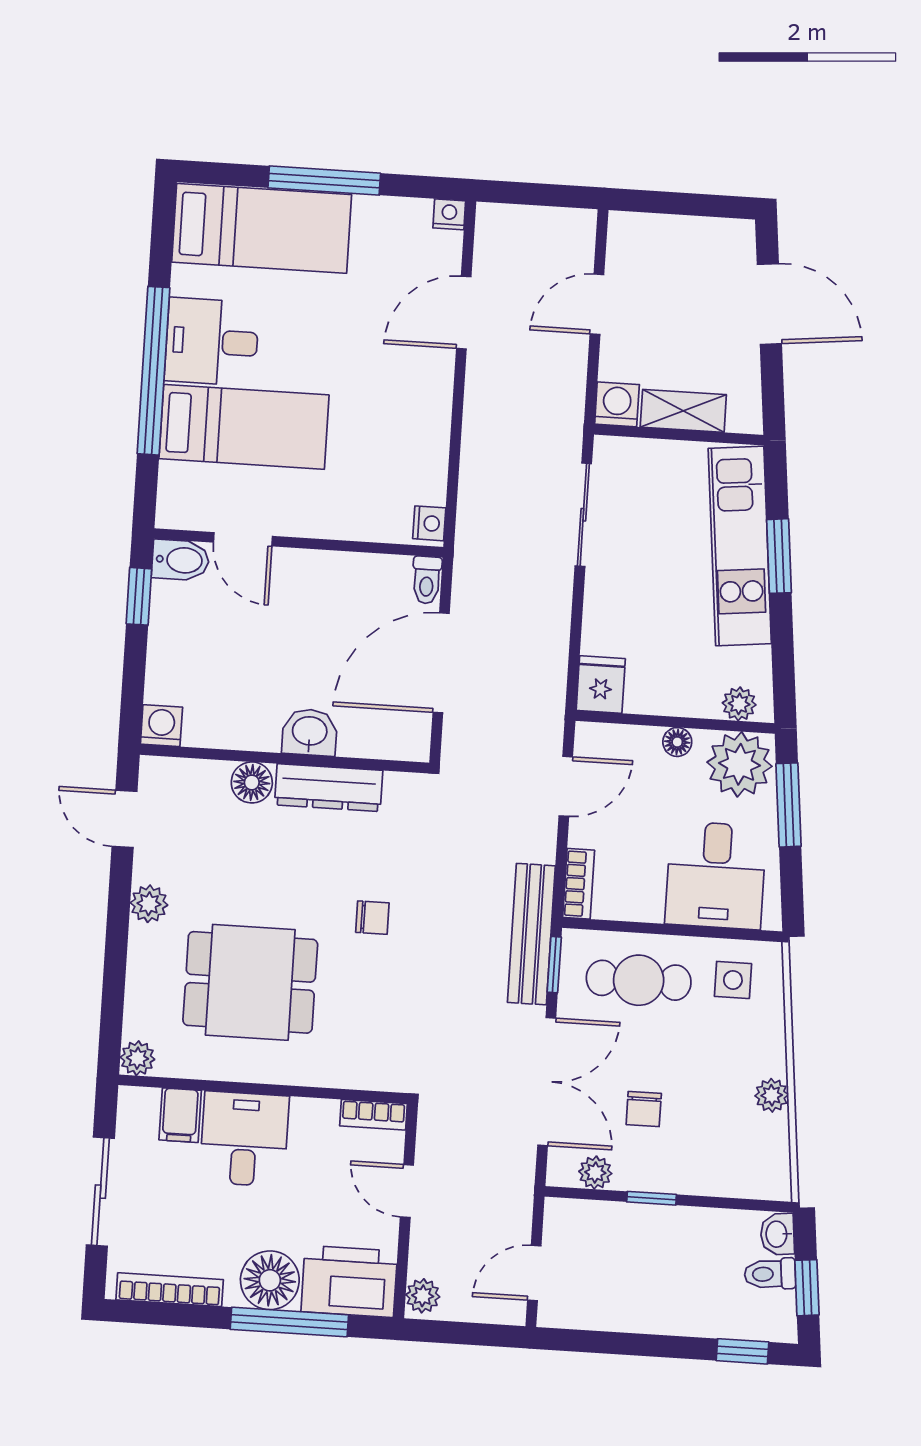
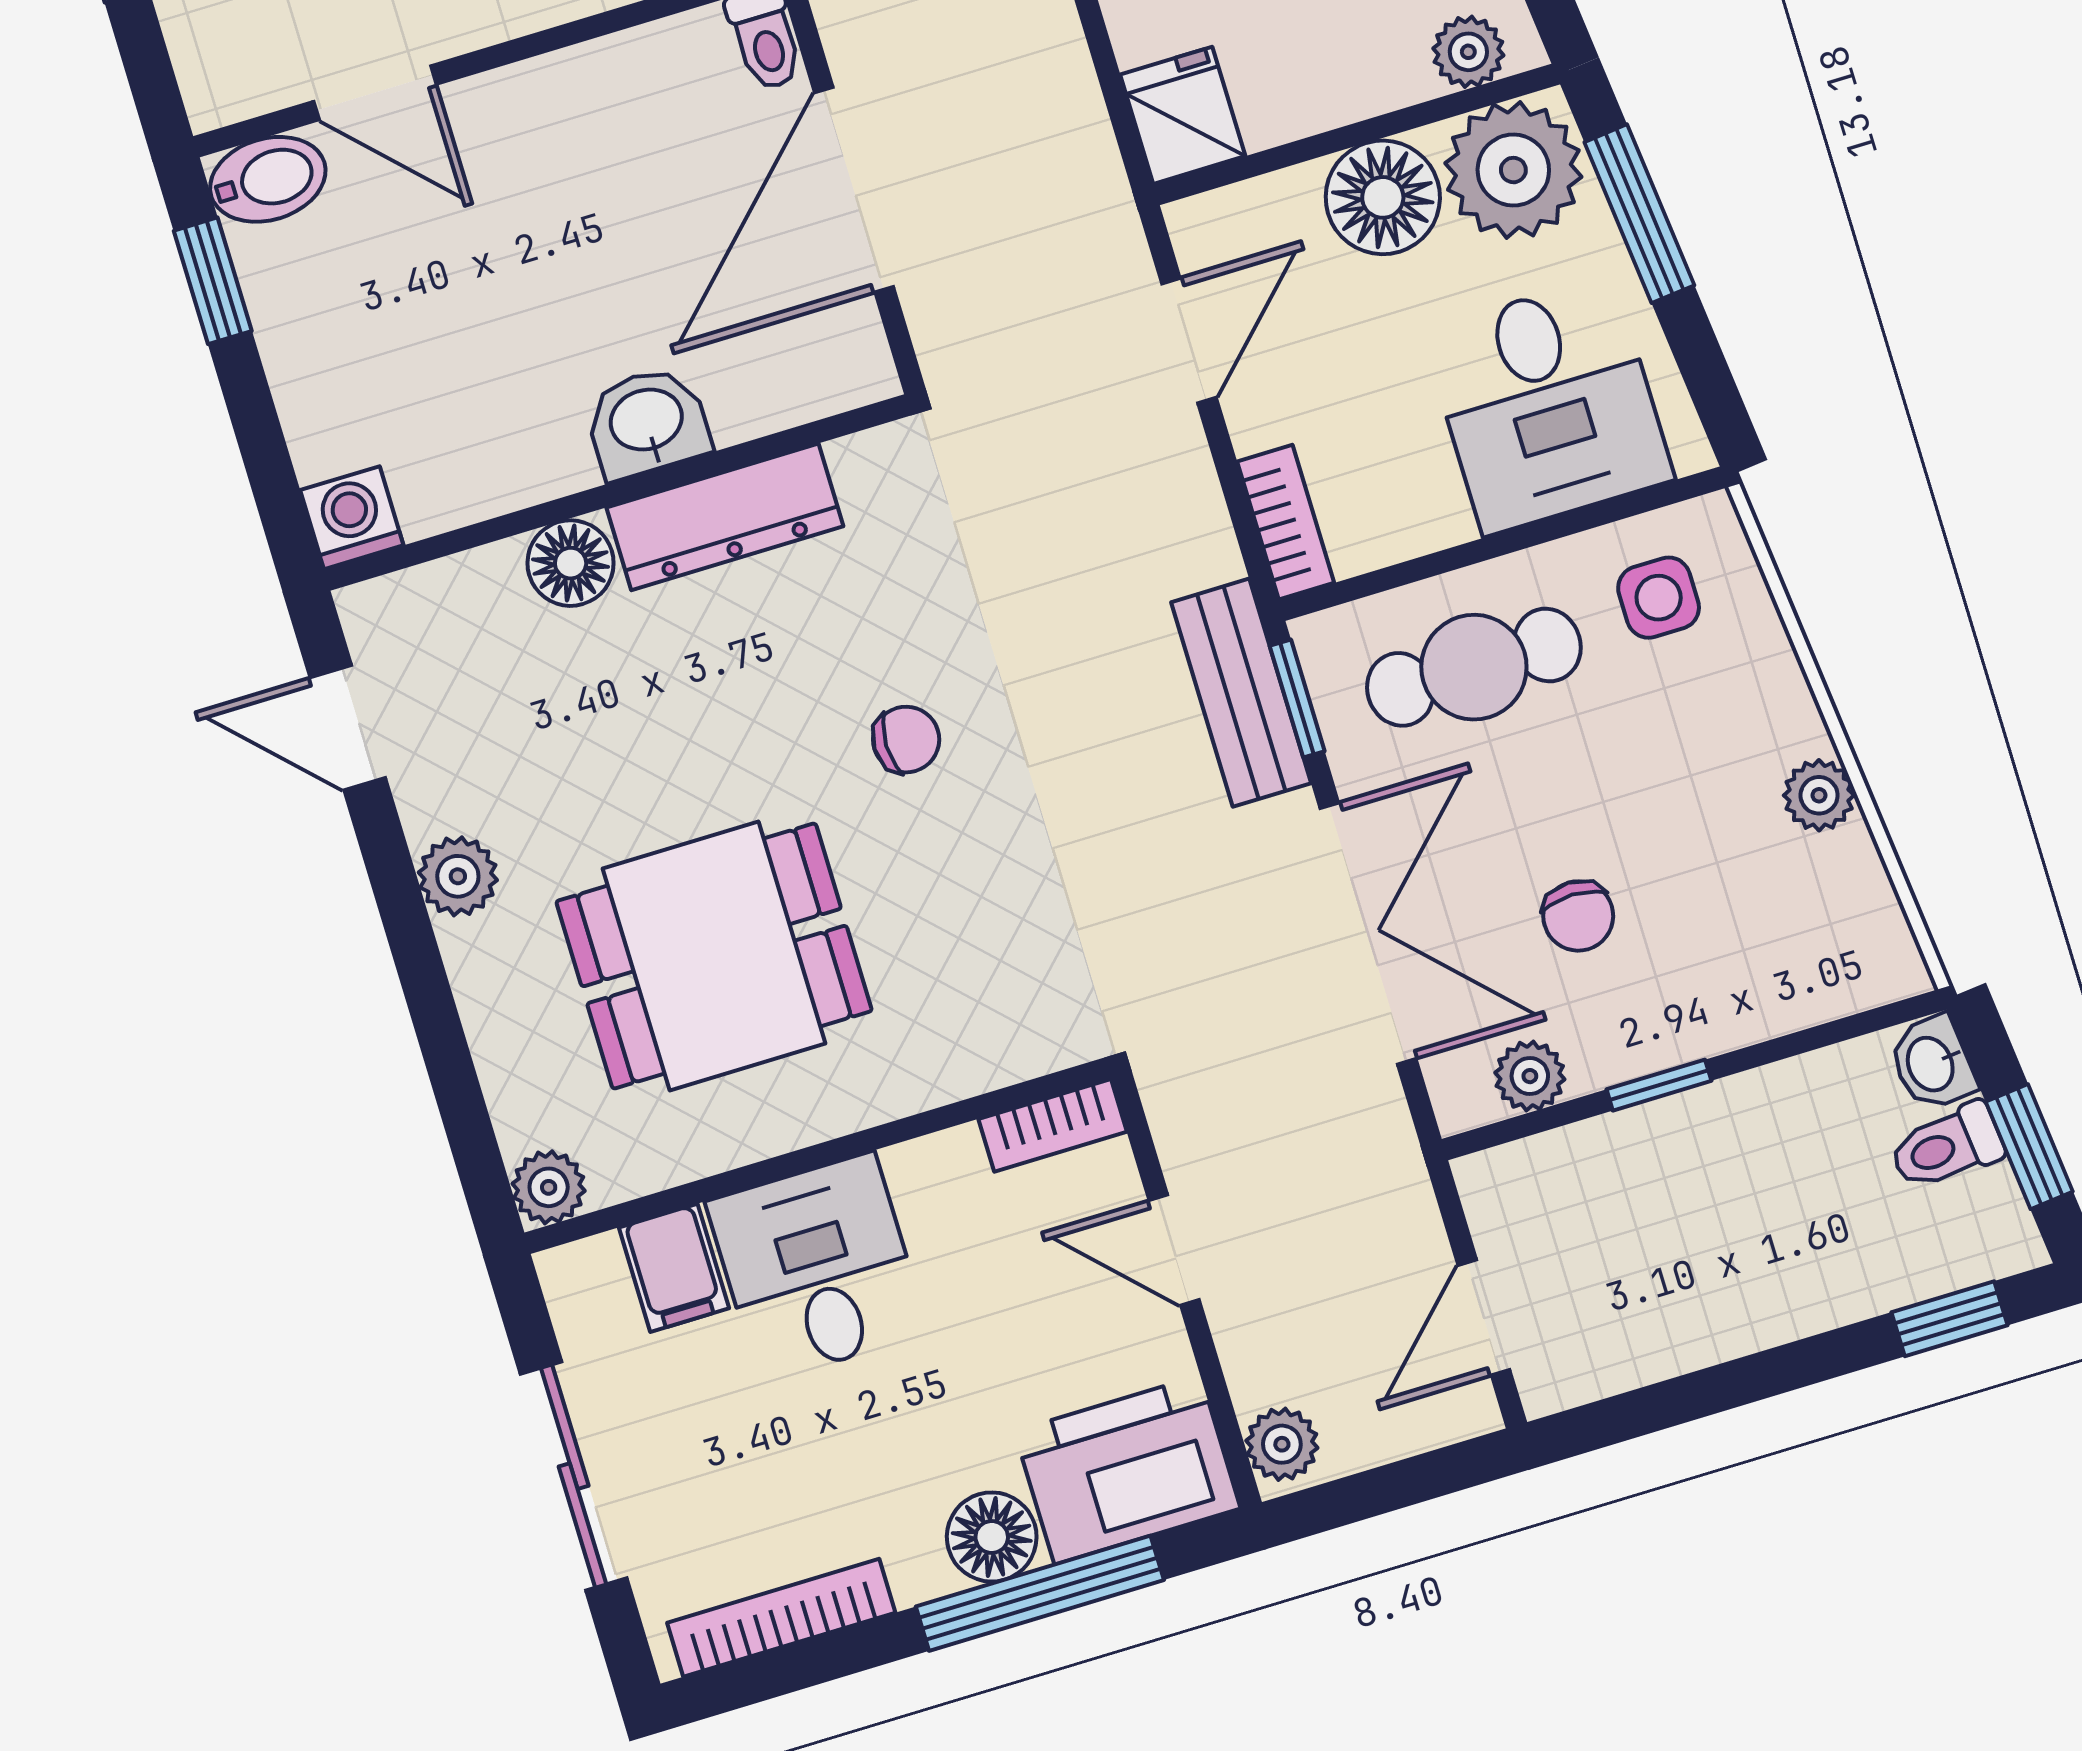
floor lamp: (677, 742) -> (1383, 197), width x1.89, depth x1.89
bench: (531, 934) -> (1241, 693), width x0.73
floor lamp: (270, 1280) -> (992, 1537), width x0.73, depth x0.73

